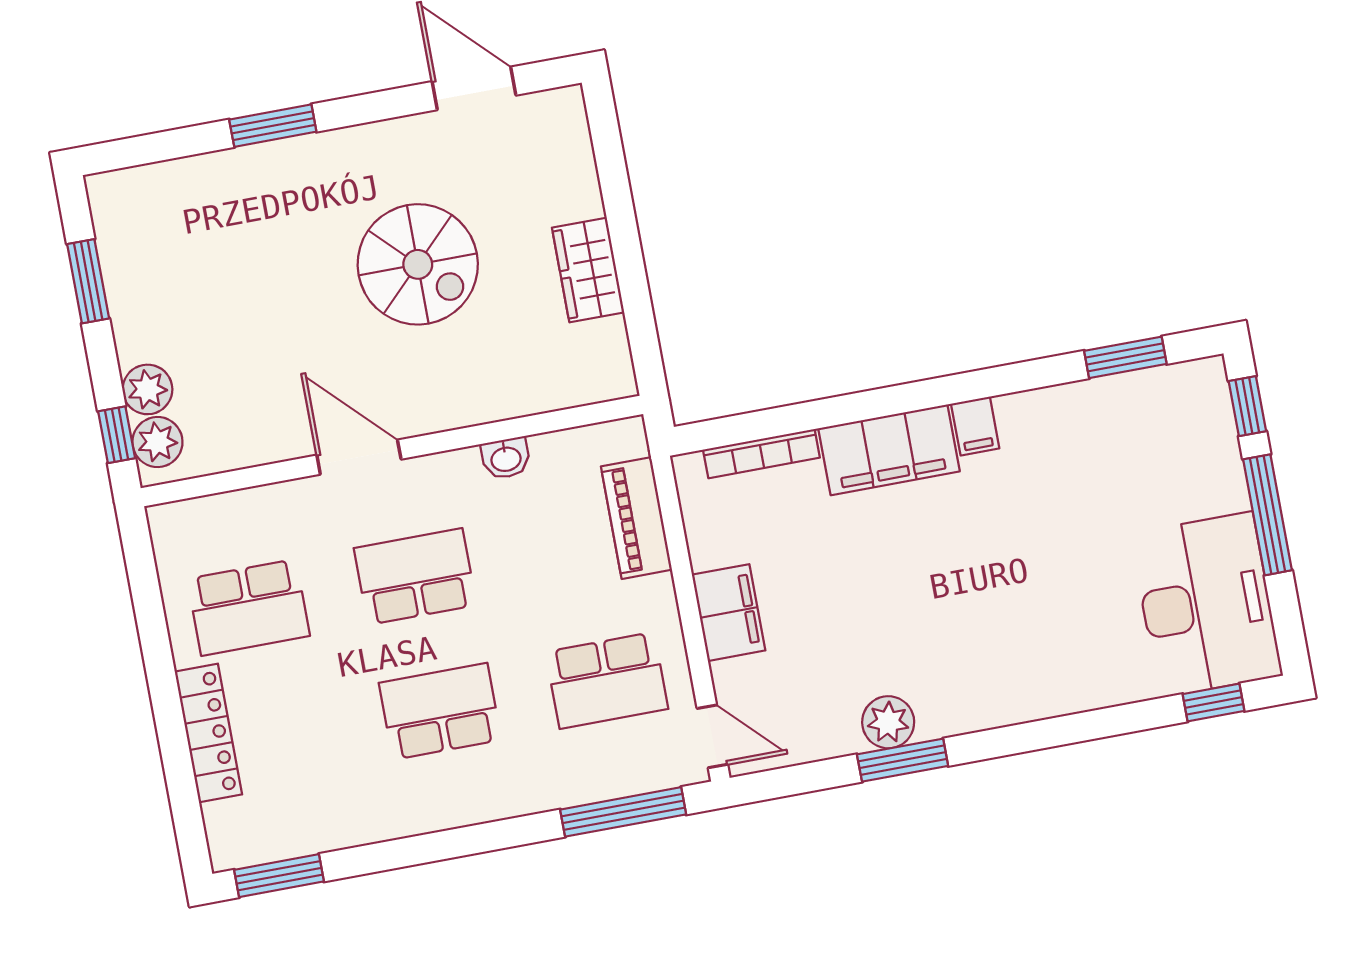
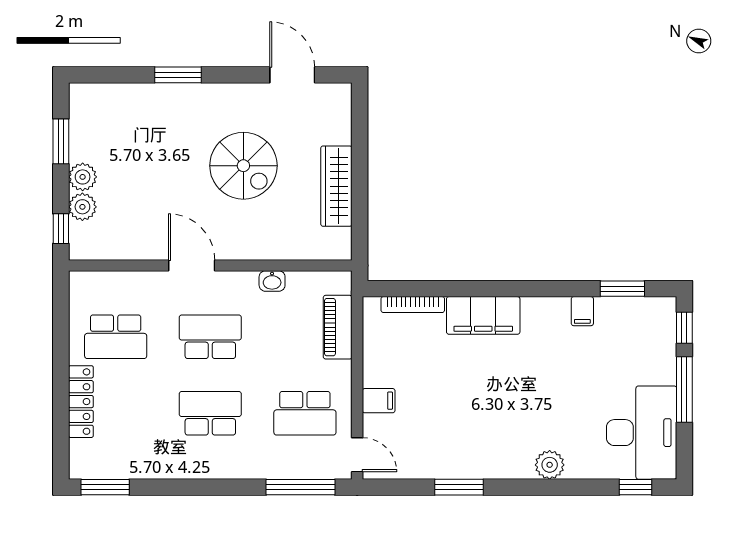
wardrobe: (588, 270) -> (336, 186), width x1.50
filing cabinet: (975, 426) -> (582, 311), moved
plant: (157, 442) -> (83, 177), moved
filing cabinet: (729, 613) -> (379, 401), width x0.50
plant: (888, 722) -> (550, 465), moved

